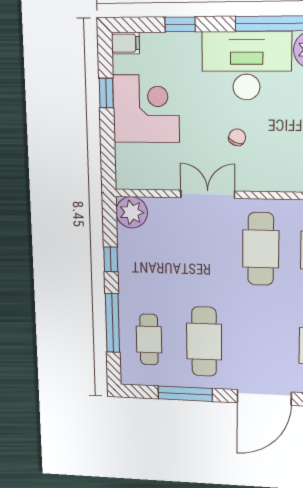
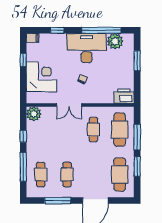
corner desk: (146, 109) -> (41, 77), moved
double door: (208, 194) -> (69, 105), swing flipped
cafe table: (261, 249) -> (93, 130), width x0.73, depth x0.74
cafe table: (204, 342) -> (67, 174), width x0.73, depth x0.74

